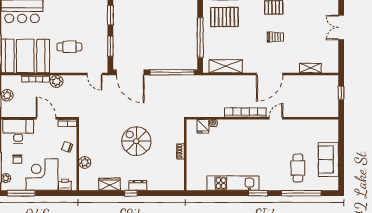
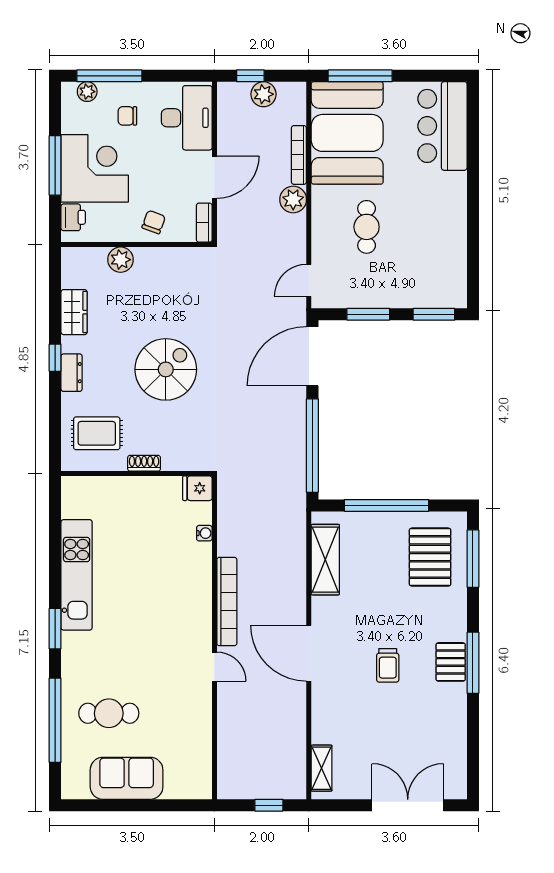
double door: (341, 28) -> (408, 805), width x1.37
shelving: (310, 68) -> (322, 768), moved
fridge: (203, 126) -> (197, 488), moved
rug: (166, 174) -> (97, 433), added
window: (21, 193) -> (55, 165), moved

